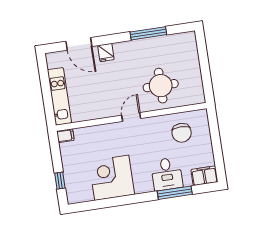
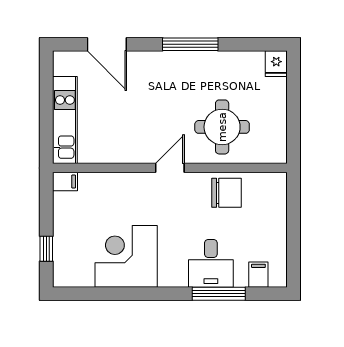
window: (148, 33) -> (190, 44), moved
fridge: (106, 52) -> (276, 64), moved
chair: (182, 133) -> (226, 193), moved, turned -90
filing cabinet: (204, 176) -> (258, 275), width x0.50

